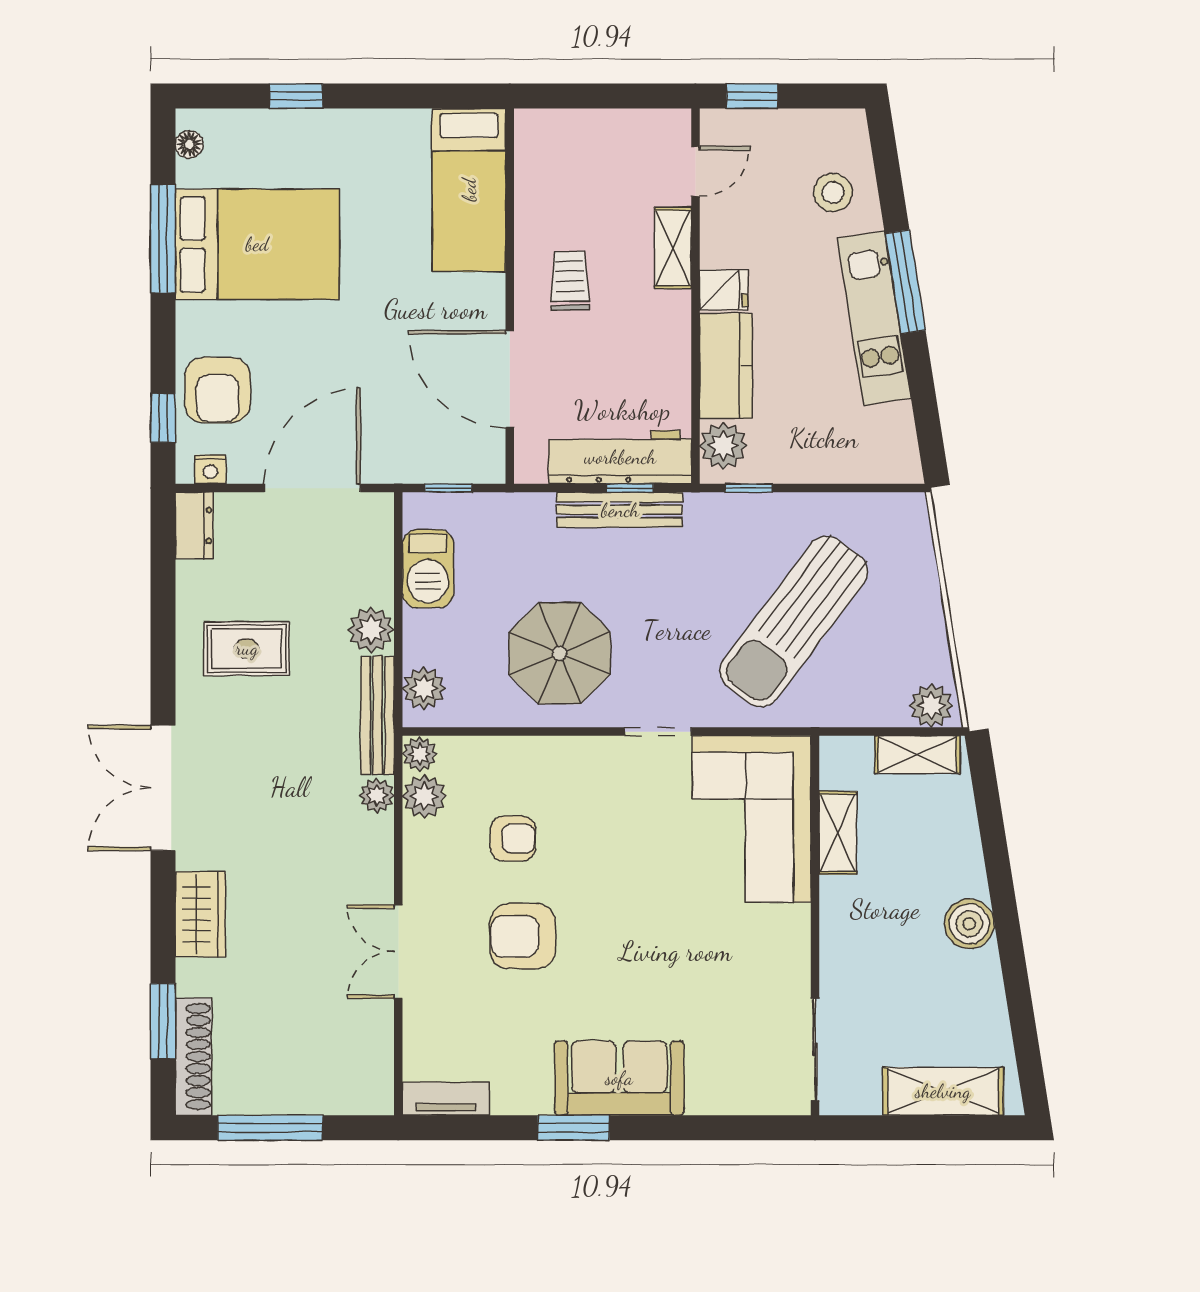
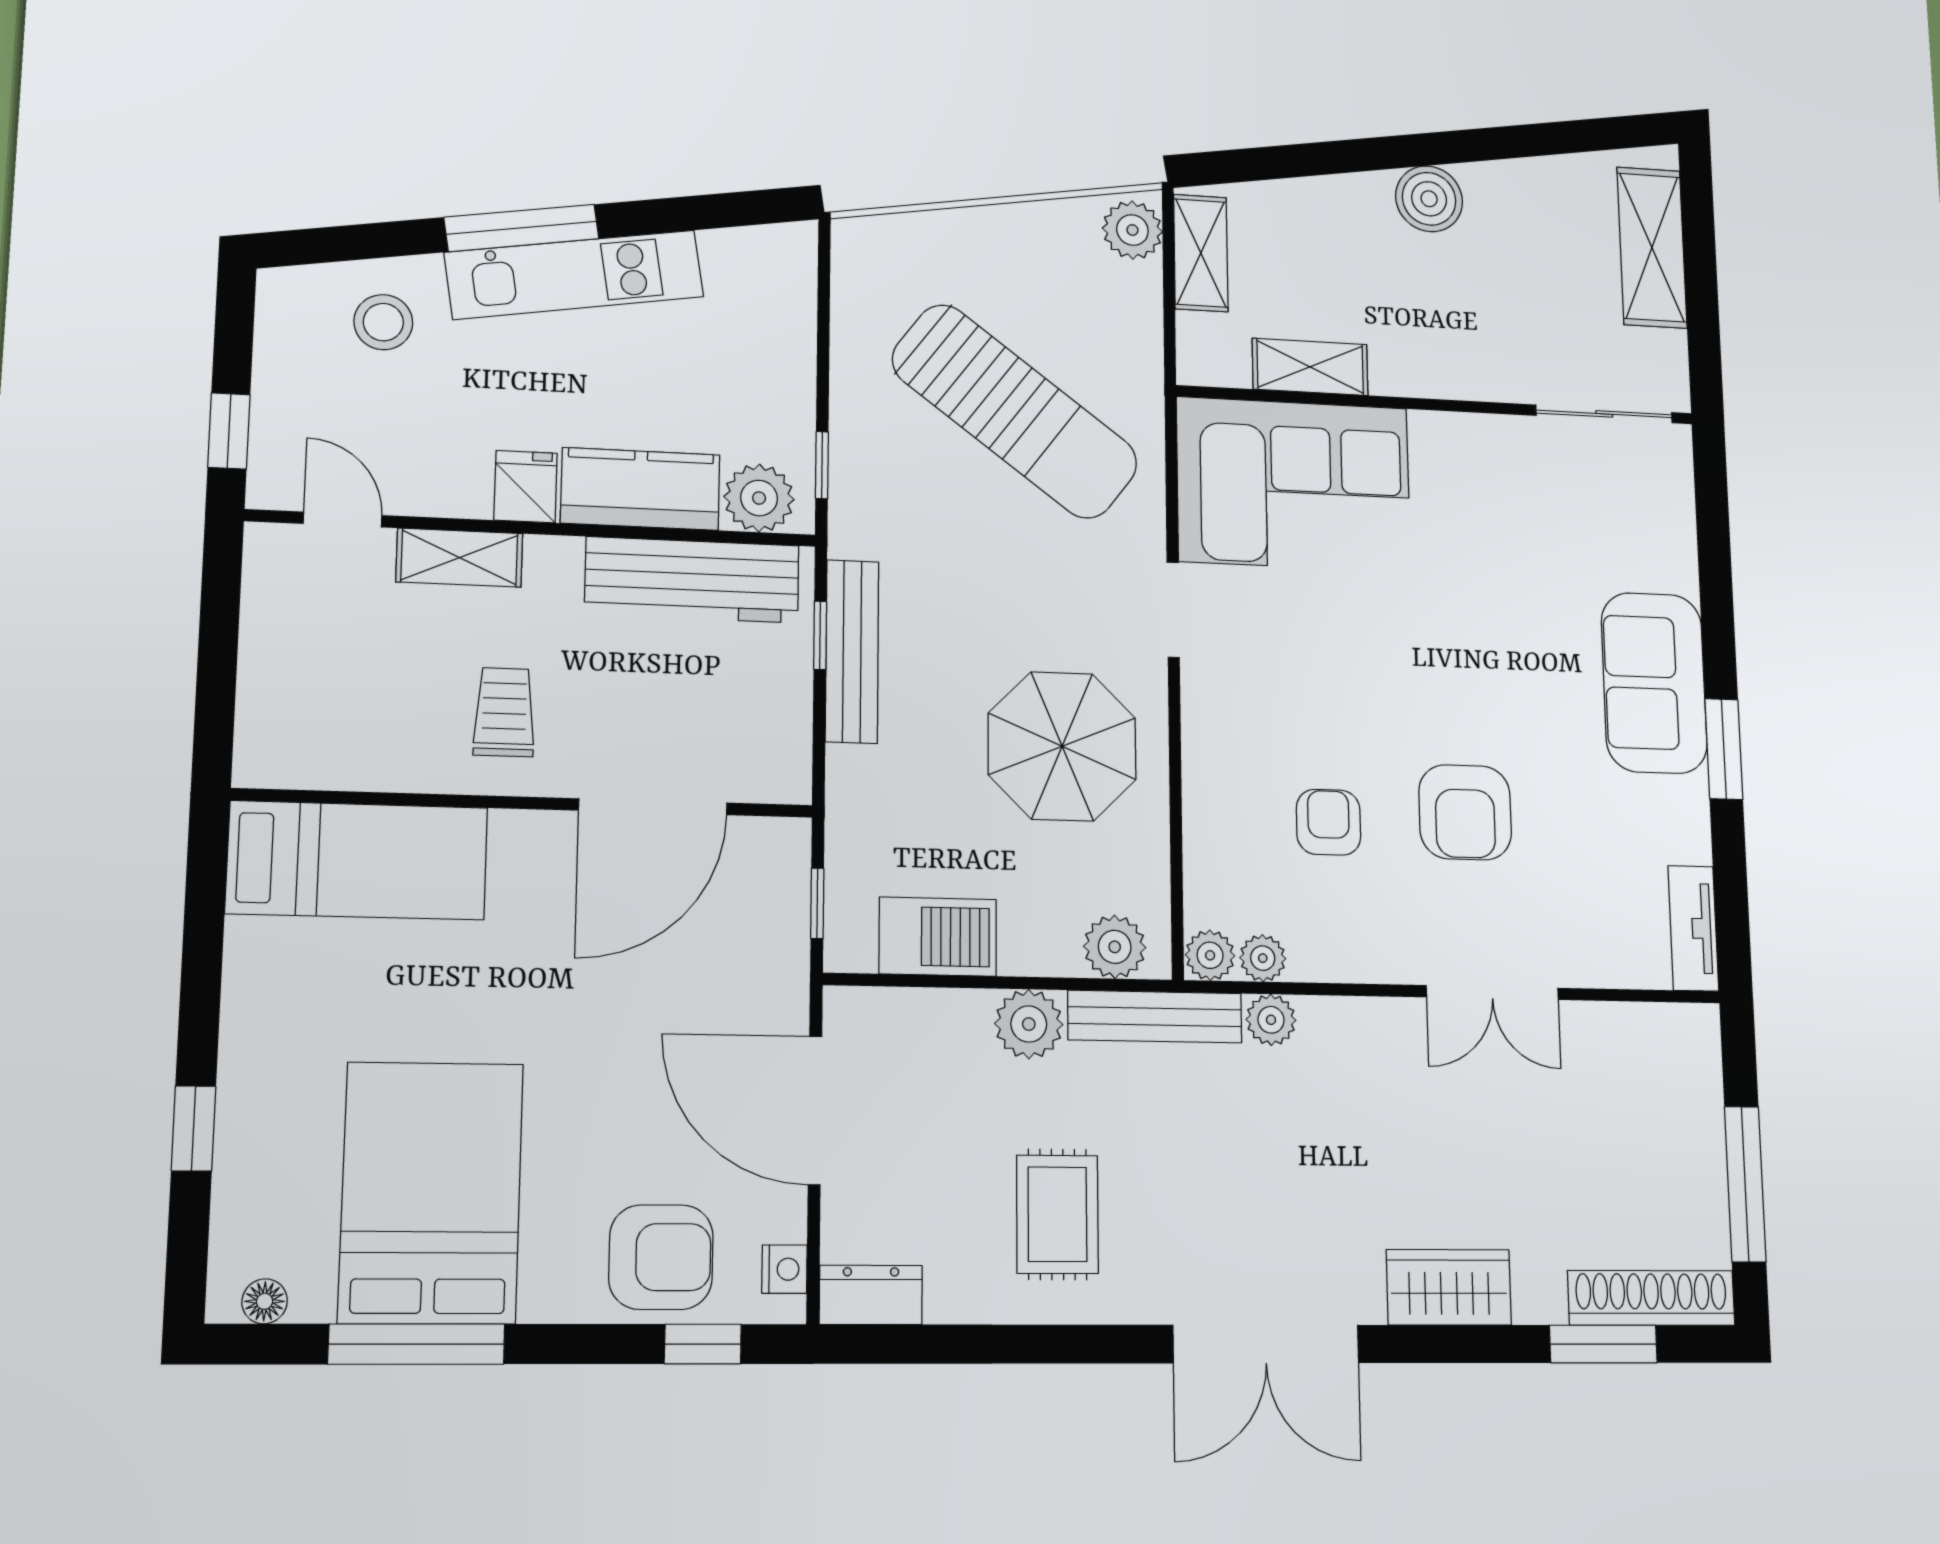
trolley: (570, 280) -> (504, 712), turned 91
workbench: (620, 457) -> (692, 580), moved, turned -90
plant: (424, 796) -> (1263, 958), width x0.73, depth x0.73

